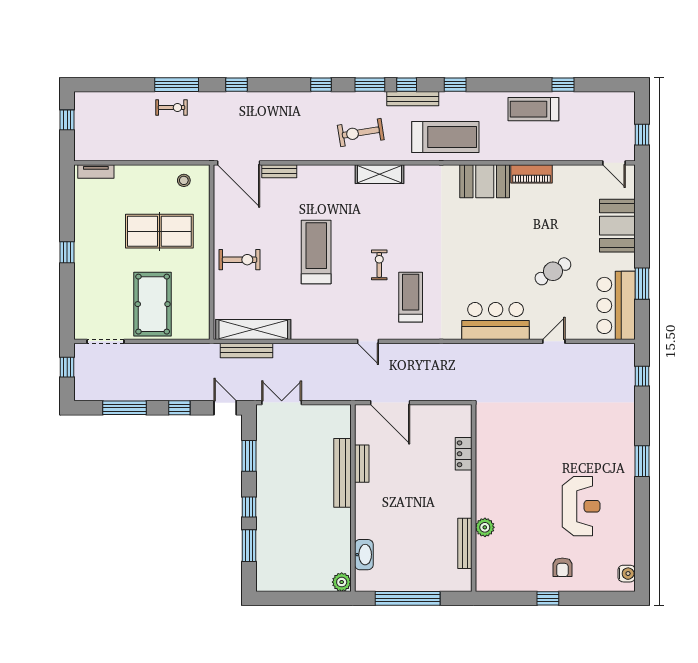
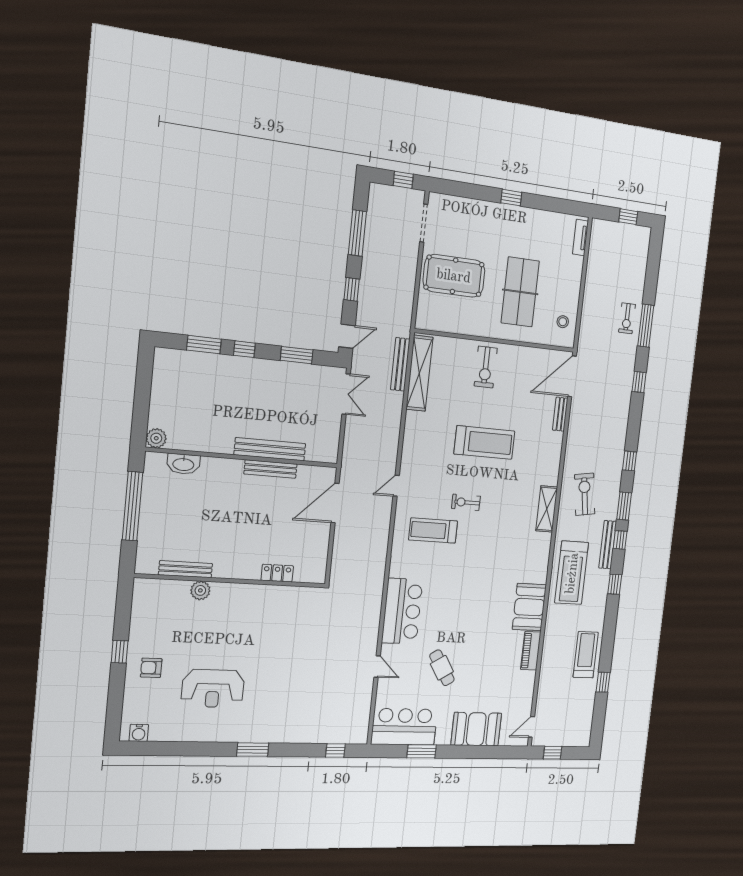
exercise bike: (379, 265) -> (466, 502), turned 180
treadmill: (411, 297) -> (433, 530), turned 180
bench: (362, 464) -> (270, 469), width x1.36

